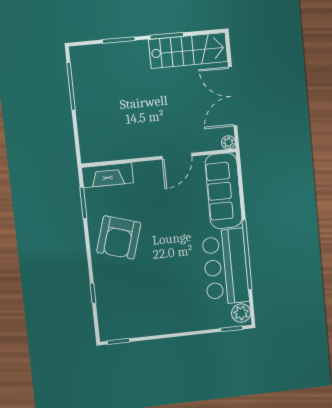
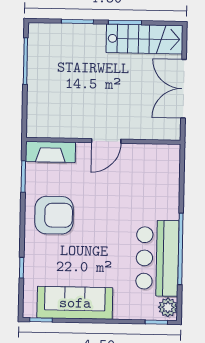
plant: (228, 142) -> (174, 134), removed
door: (177, 156) -> (106, 141), moved
sofa: (224, 191) -> (75, 303), moved, turned 90
armchair: (119, 237) -> (54, 215), turned -107

